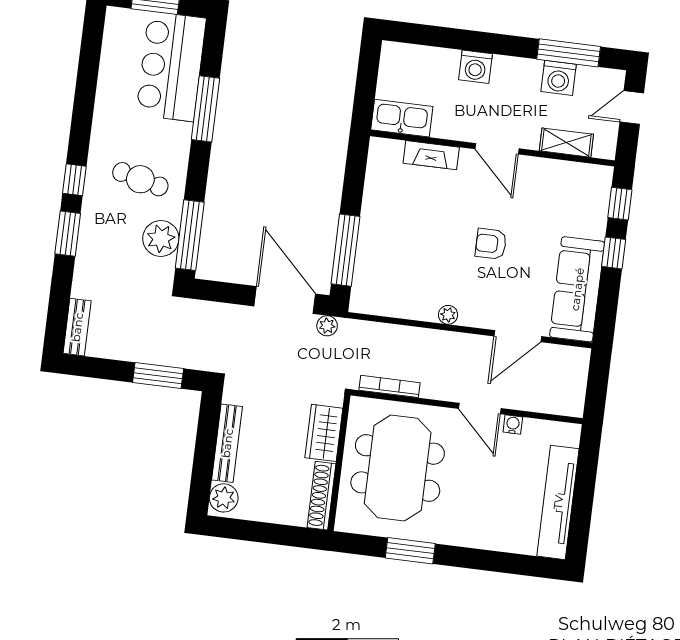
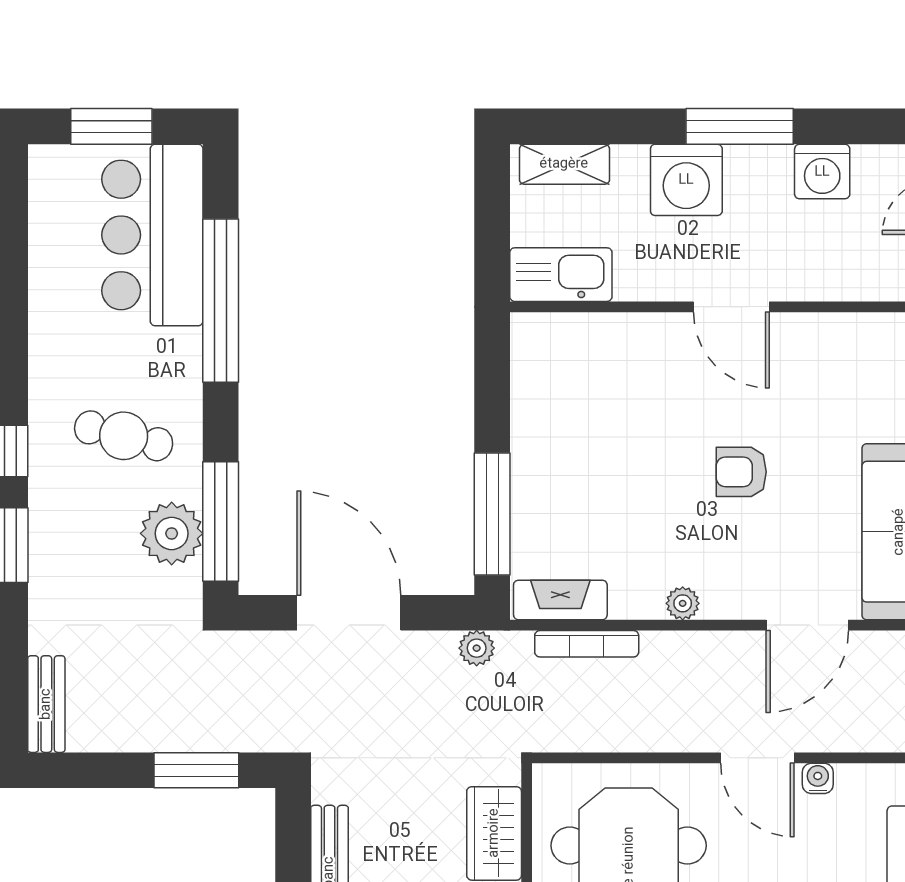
window: (569, 53) -> (740, 126), moved
washing machine: (475, 67) -> (686, 180), width x1.37, depth x1.37
window: (205, 109) -> (221, 301), width x1.46
shelving: (566, 143) -> (564, 164), moved
fireplace: (431, 155) -> (560, 600), moved, turned 180
door: (285, 300) -> (349, 613), moved
bookcase: (390, 386) -> (587, 644), moved, turned 180

